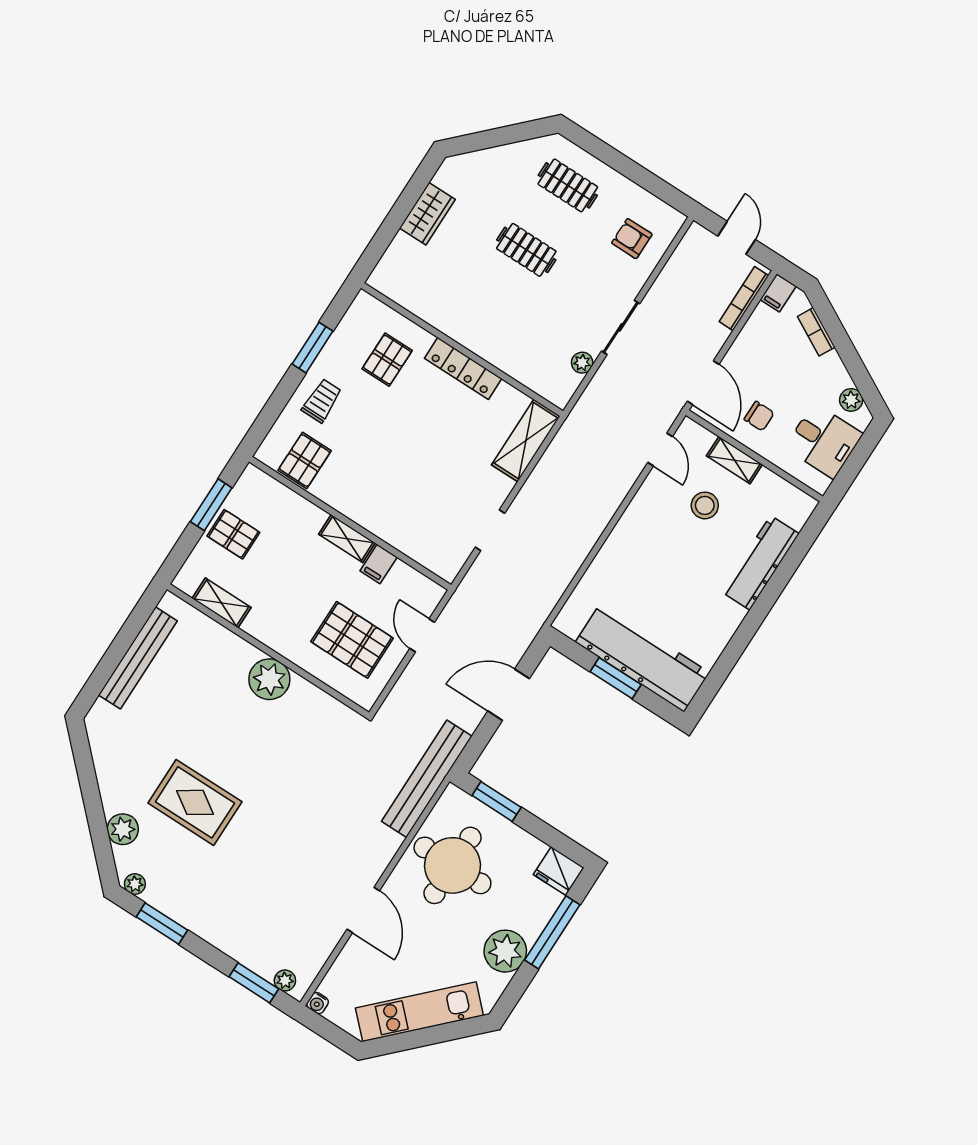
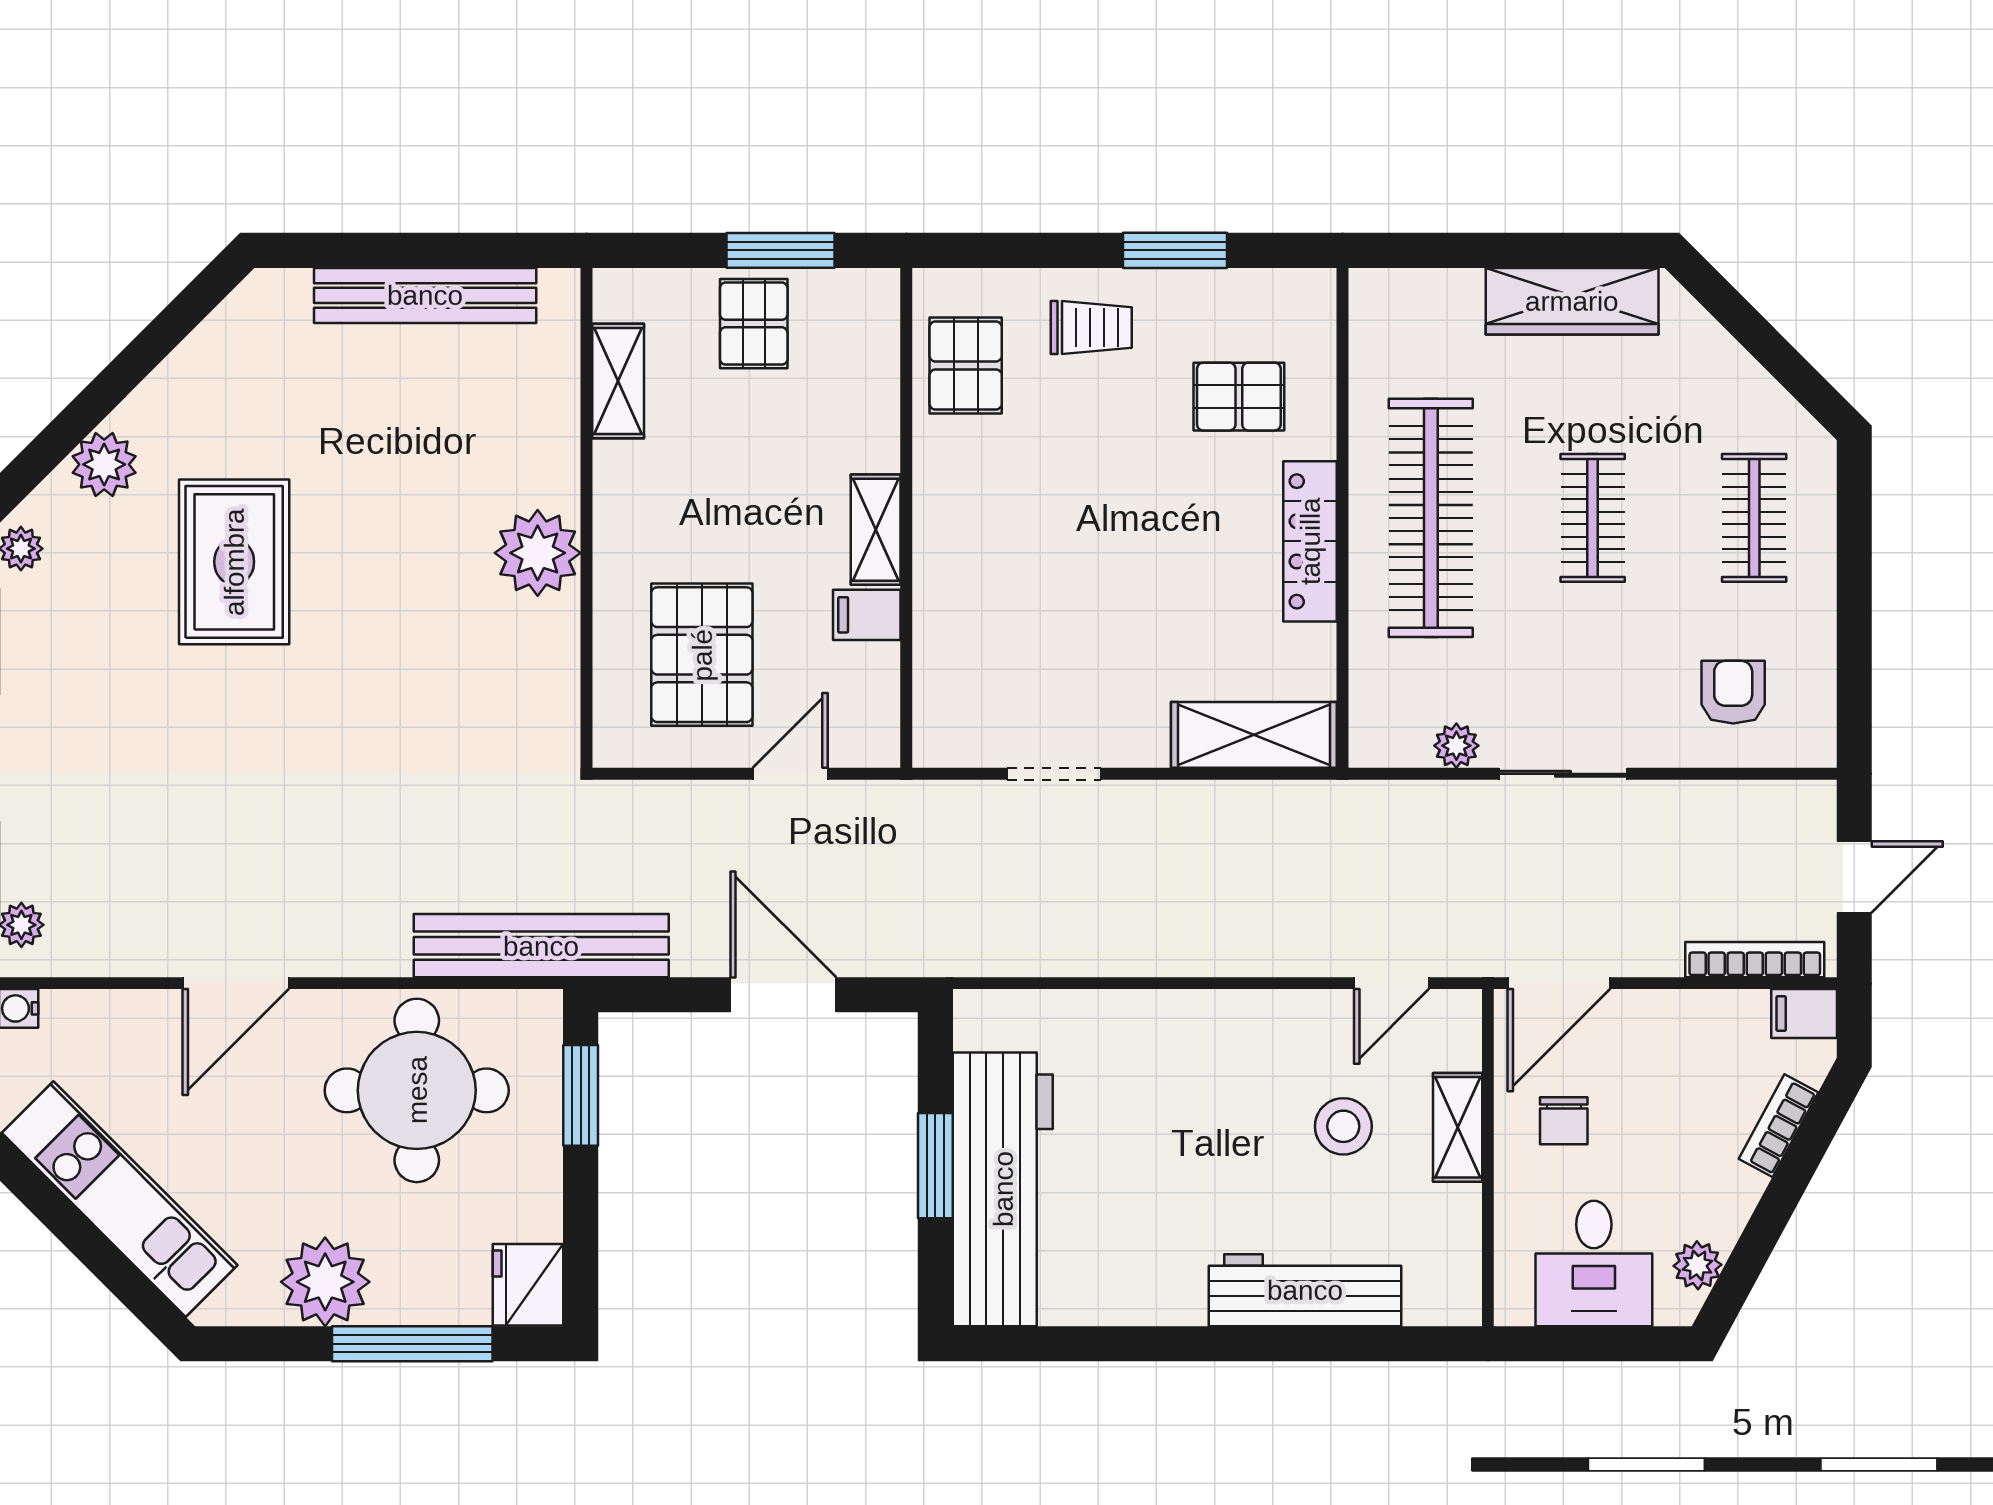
wardrobe: (427, 214) -> (1572, 301), width x1.50
clothes rail: (485, 314) -> (1431, 518), added
pallet: (305, 461) -> (966, 365), turned 90

